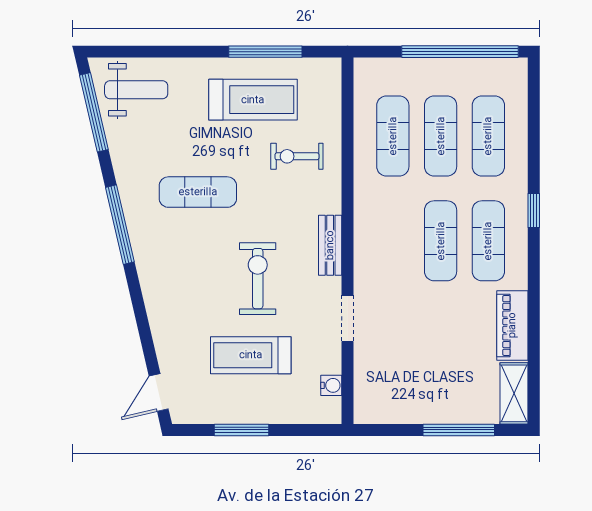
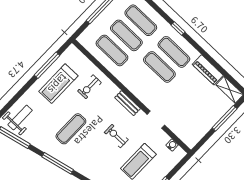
treadmill: (253, 100) -> (58, 84), turned 180
exercise bike: (258, 279) -> (116, 136), width x0.73, depth x0.72

